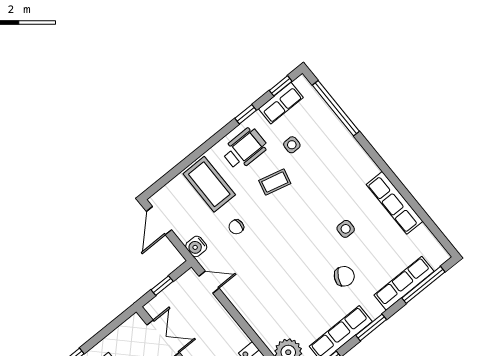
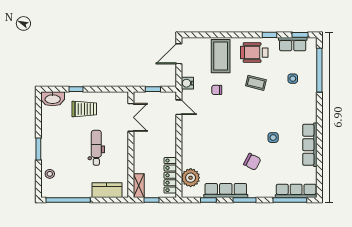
side table: (292, 145) -> (293, 79), moved
wheelchair: (245, 149) -> (254, 53), turned 180
row of seats: (404, 283) -> (296, 191), moved

